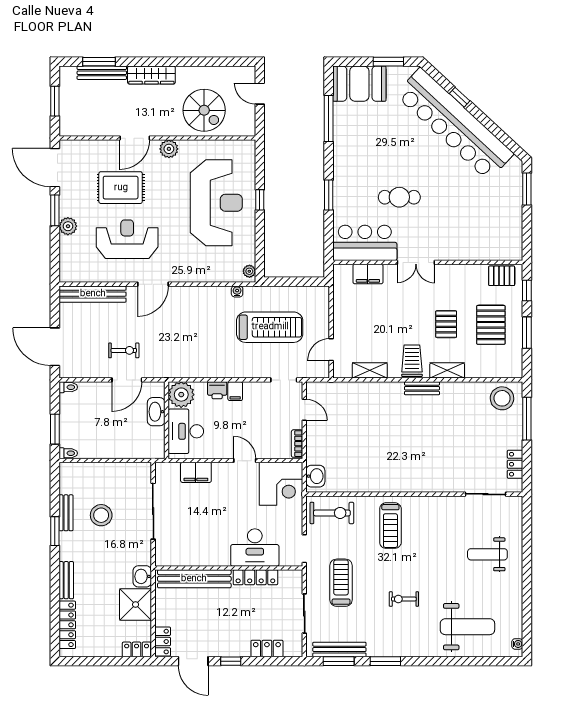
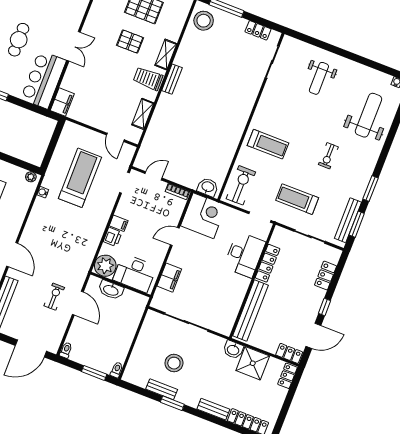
filing cabinet: (368, 274) -> (62, 102), moved

